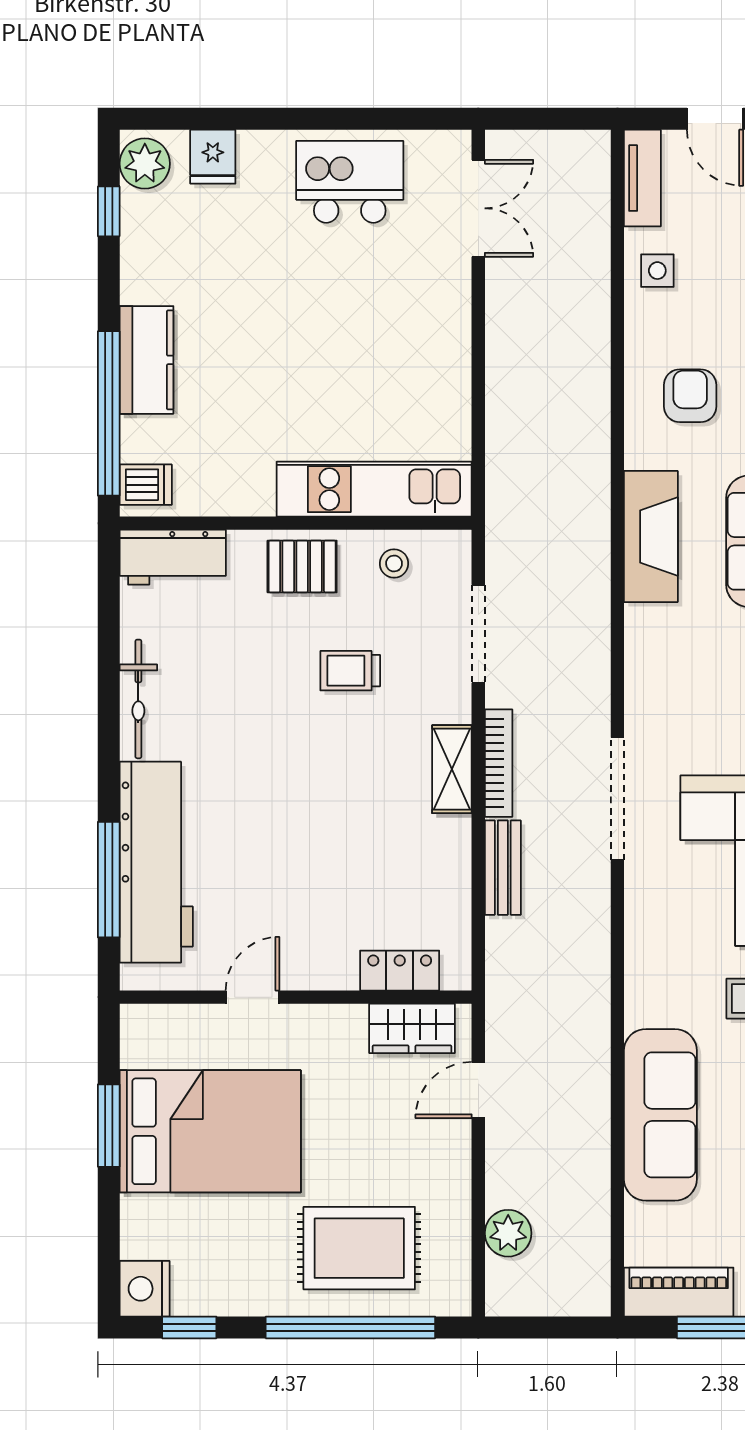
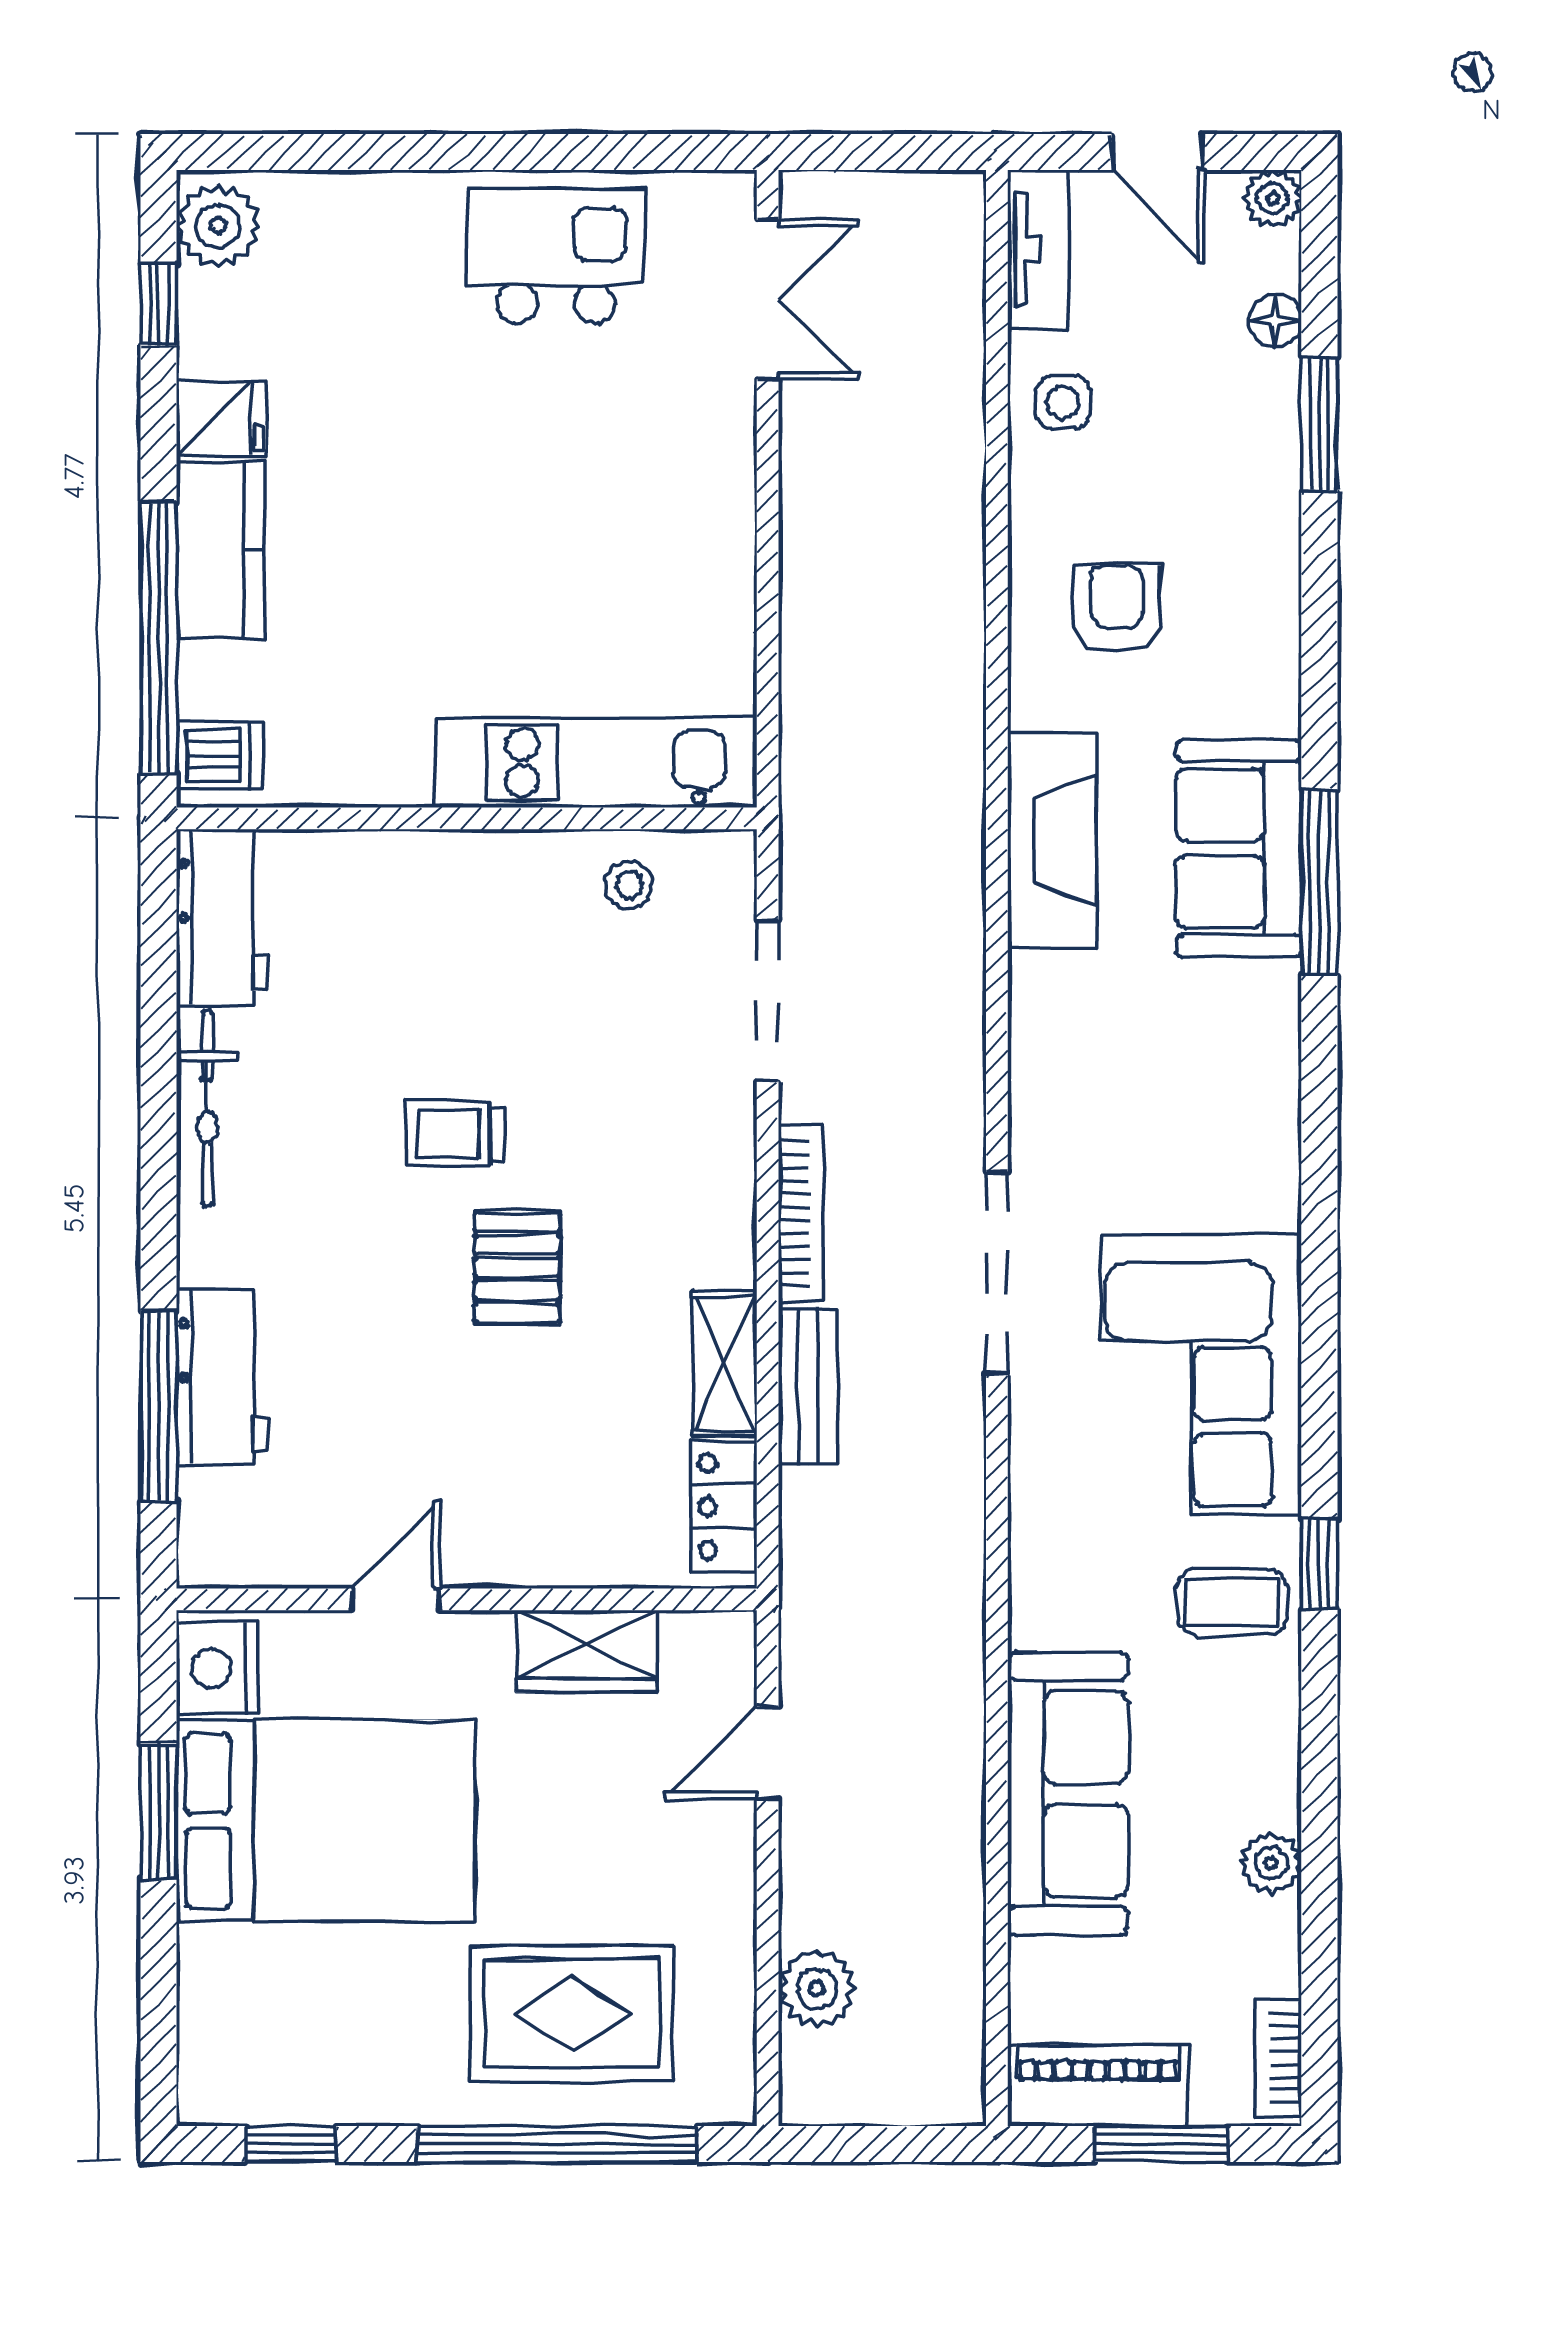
fridge: (213, 157) -> (221, 418), moved, turned -90
workbench: (173, 557) -> (222, 917), moved, turned -90
pallet: (302, 566) -> (517, 1267), moved, turned 90
trolley: (350, 671) -> (455, 1134), moved
shelving: (452, 769) -> (724, 1363), moved
workbench: (156, 862) -> (222, 1377), width x0.53, depth x0.76
locker: (400, 971) -> (724, 1507), moved, turned -90
wardrobe: (412, 1028) -> (586, 1651), moved
nightstand: (145, 1289) -> (218, 1668), moved

